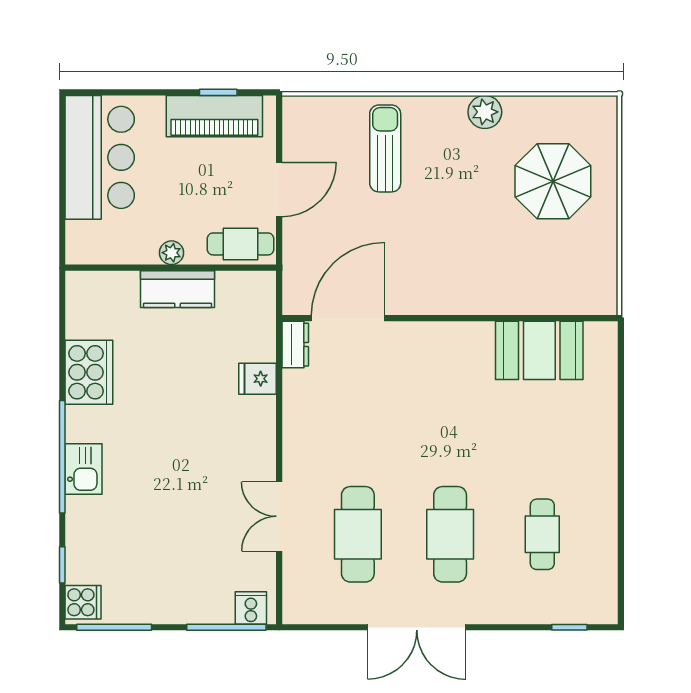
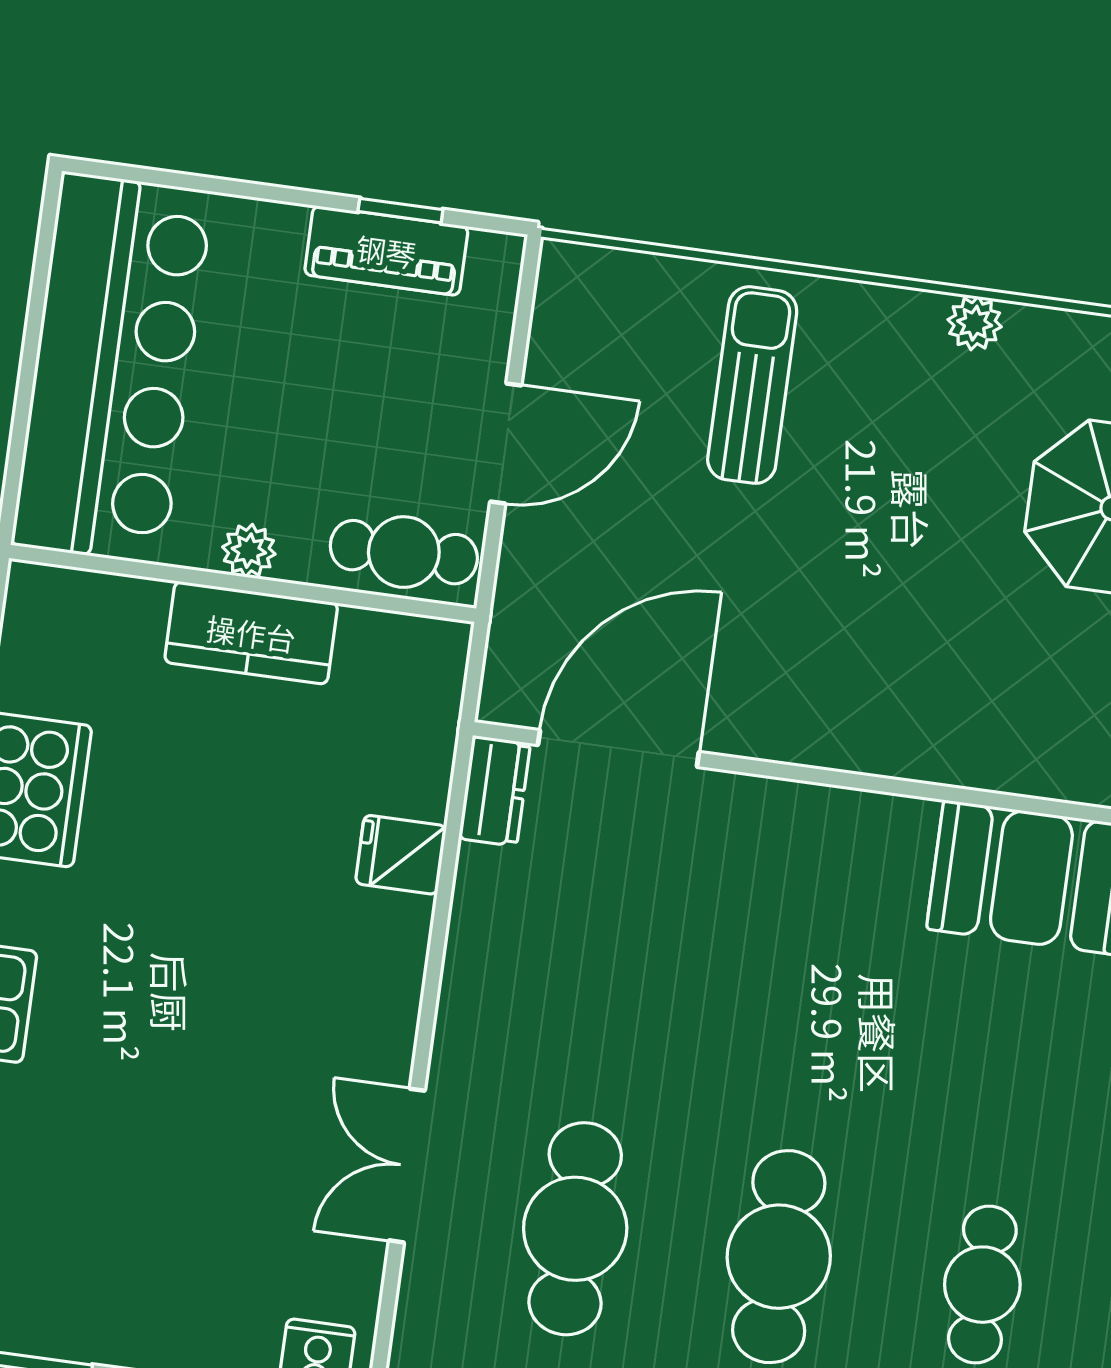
plant: (485, 112) -> (975, 323), width x0.73, depth x0.73
piano: (214, 116) -> (386, 251), width x0.73, depth x0.75
bar counter: (100, 157) -> (112, 368), width x1.36

